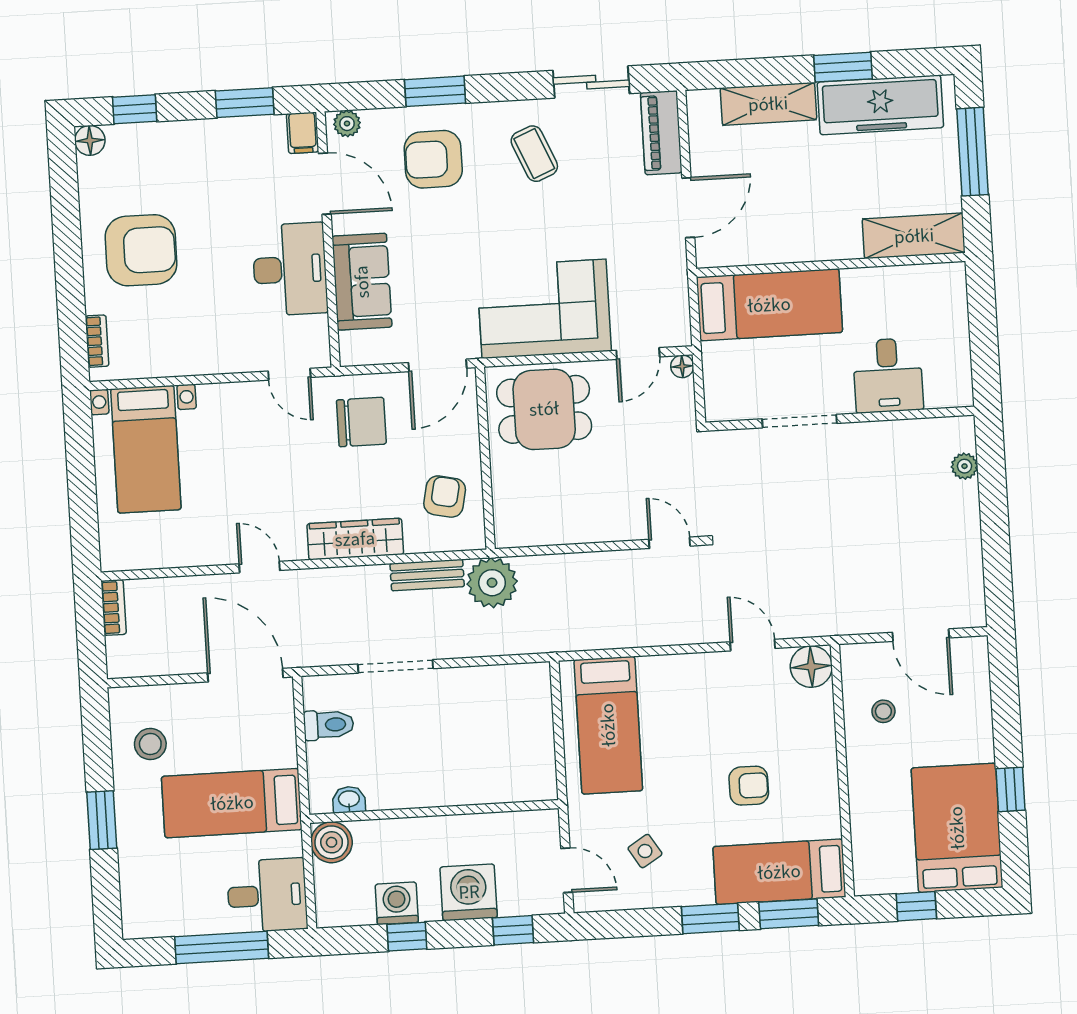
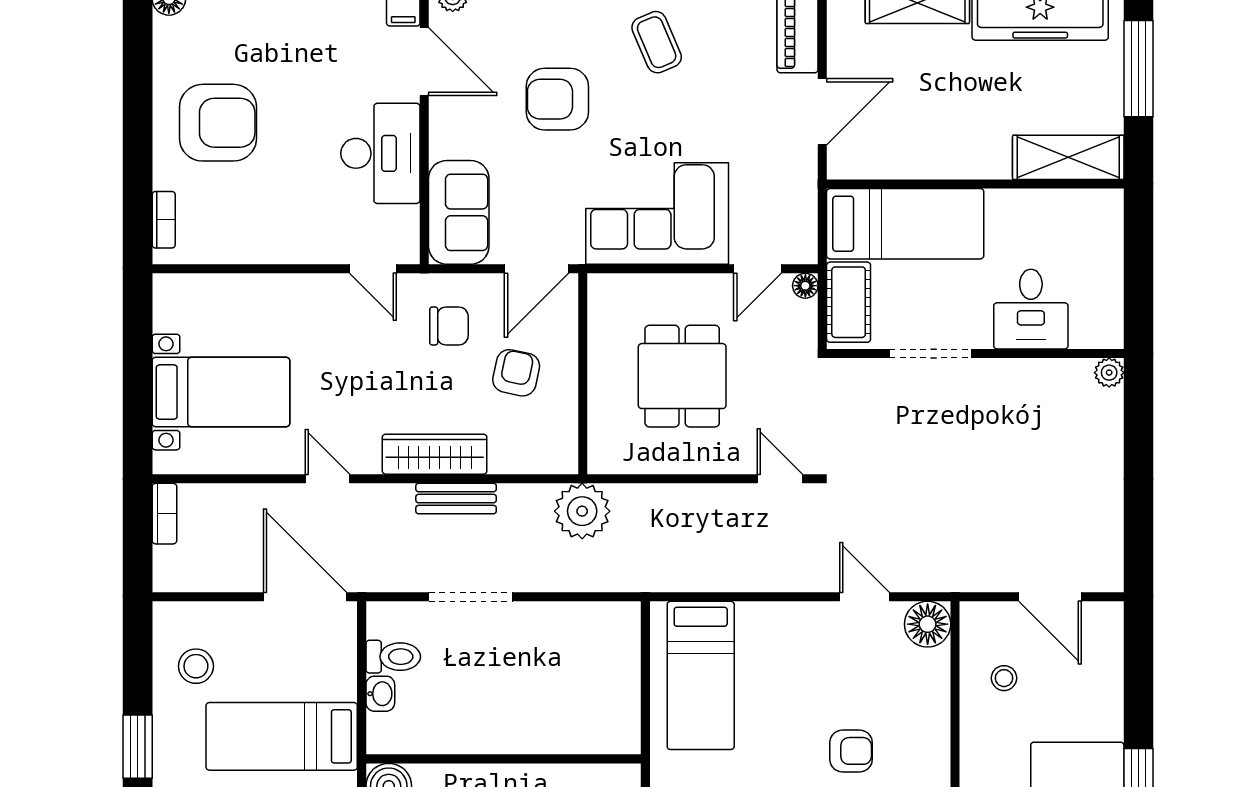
armchair: (433, 159) -> (557, 99), moved
sofa: (362, 282) -> (459, 212), moved
cot: (722, 379) -> (849, 302), added
dining table: (544, 409) -> (682, 376), moved, turned 90
chair: (361, 422) -> (449, 326), width x0.73, depth x0.73
bed with nightstands: (146, 449) -> (221, 392), moved, turned -90
plant: (965, 466) -> (1109, 373), moved
armchair: (445, 497) -> (516, 373), moved
bench: (427, 575) -> (456, 499), moved
washbasin: (349, 800) -> (380, 694), moved, turned 90

